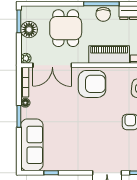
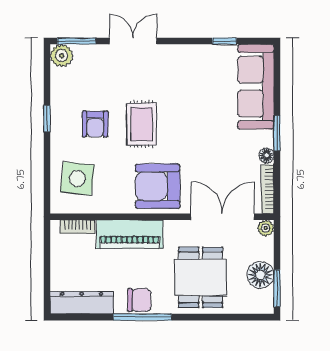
chair: (103, 14) -> (139, 300), turned 90
rug: (102, 122) -> (142, 124), added

